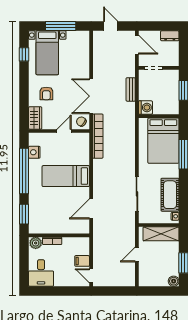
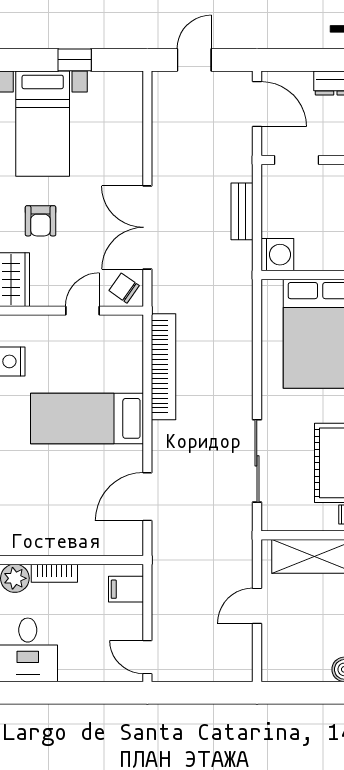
window: (61, 26) -> (75, 60), width x0.46
door: (111, 26) -> (194, 60), hinge flipped
bookcase: (98, 136) -> (164, 367), moved
filing cabinet: (82, 261) -> (126, 589), moved

